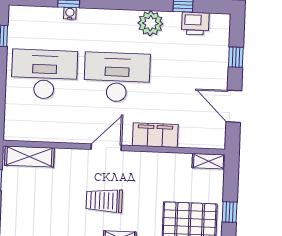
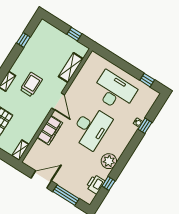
window: (236, 57) -> (66, 195), width x2.17
desk: (44, 74) -> (114, 91), turned -90
shelving: (29, 157) -> (71, 68), moved

